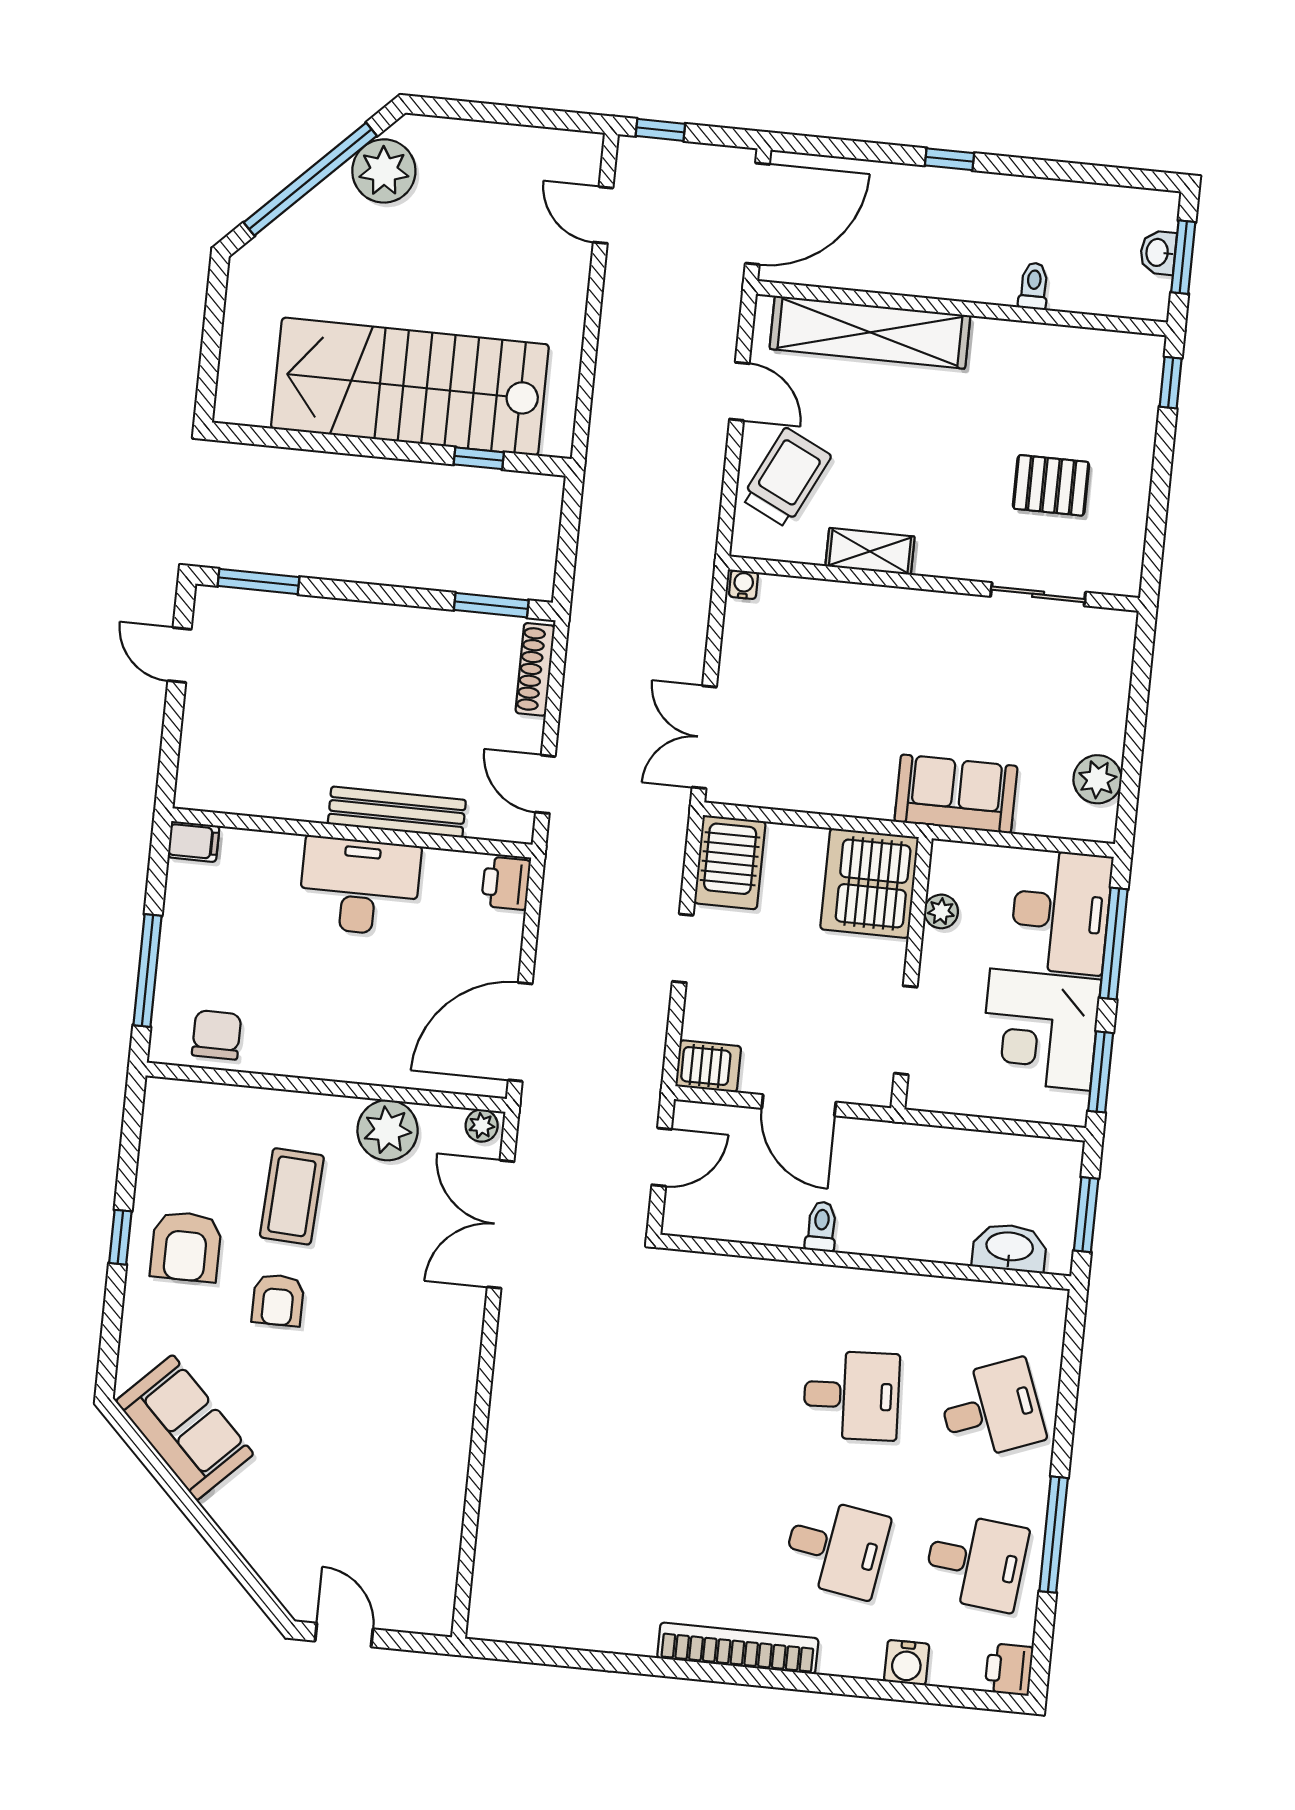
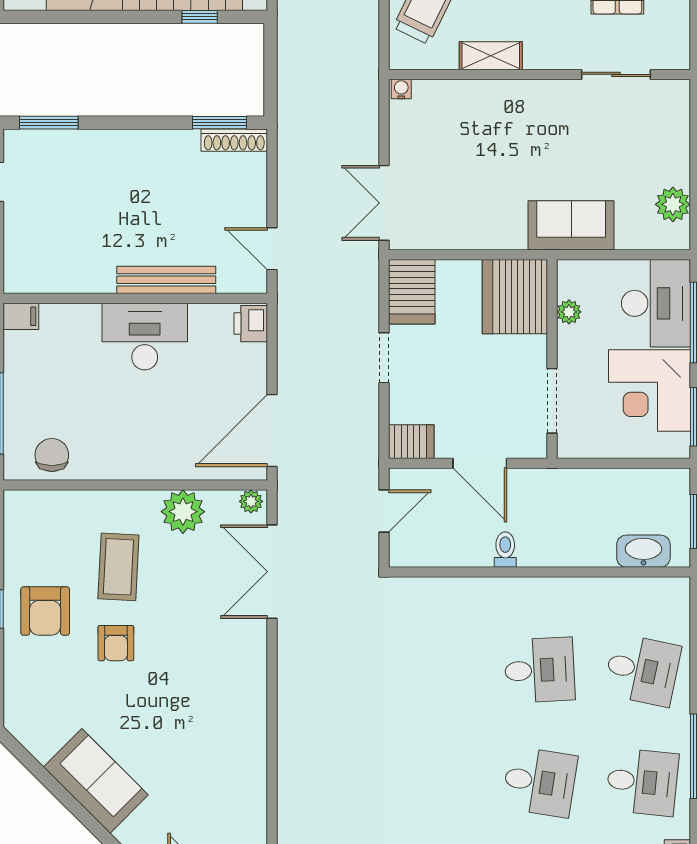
shoe rack: (535, 669) -> (234, 140), moved, turned -90
desk: (991, 1410) -> (642, 670), turned 33
sofa: (185, 1428) -> (96, 781), moved

